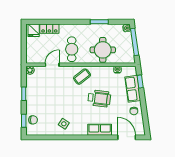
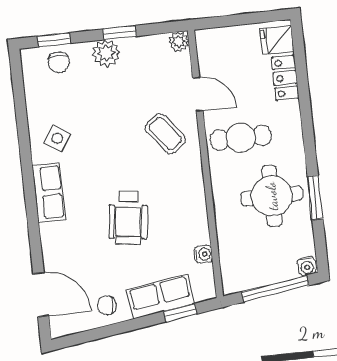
round table: (103, 50) -> (272, 196), moved
coffee table: (82, 77) -> (165, 134), moved
plant: (31, 100) -> (106, 53), added
row of seats: (100, 130) -> (49, 193), moved
door: (127, 137) -> (41, 295), hinge flipped

